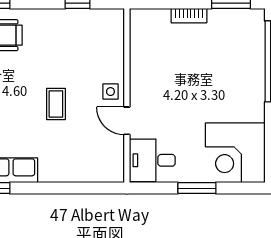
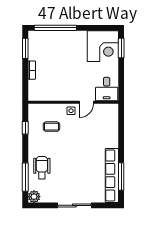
coffee table: (56, 104) -> (51, 127), moved
window: (197, 188) -> (121, 48), moved

